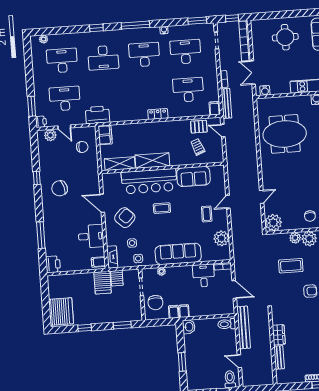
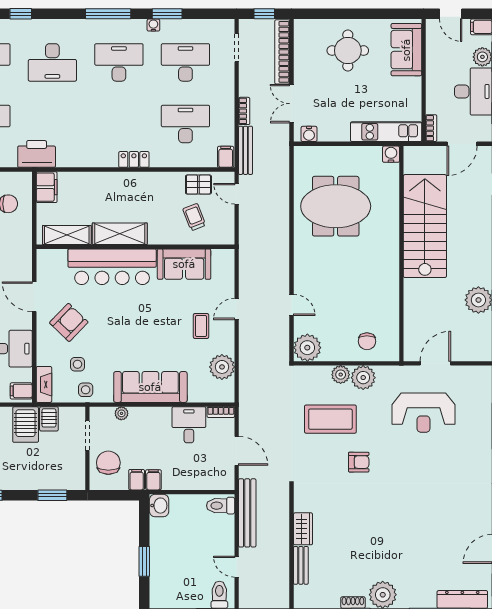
window: (197, 21) -> (167, 14), moved
window: (96, 28) -> (21, 14), moved
door: (262, 197) -> (292, 305), hinge flipped
coffee table: (162, 208) -> (130, 311), removed
coffee table: (291, 266) -> (330, 419), width x1.36, depth x1.32
chair: (155, 303) -> (108, 463), turned 180

